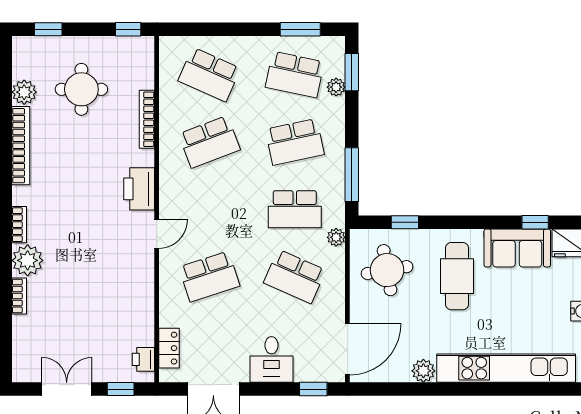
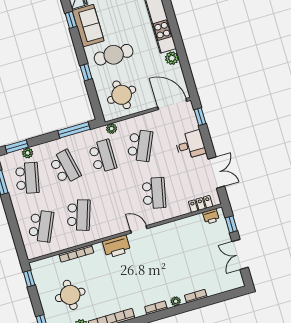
school desk: (209, 142) -> (79, 215), turned 39
window: (405, 222) -> (86, 72), moved
plant: (28, 260) -> (176, 301), width x0.53, depth x0.53
school desk: (209, 276) -> (154, 193), turned 30

